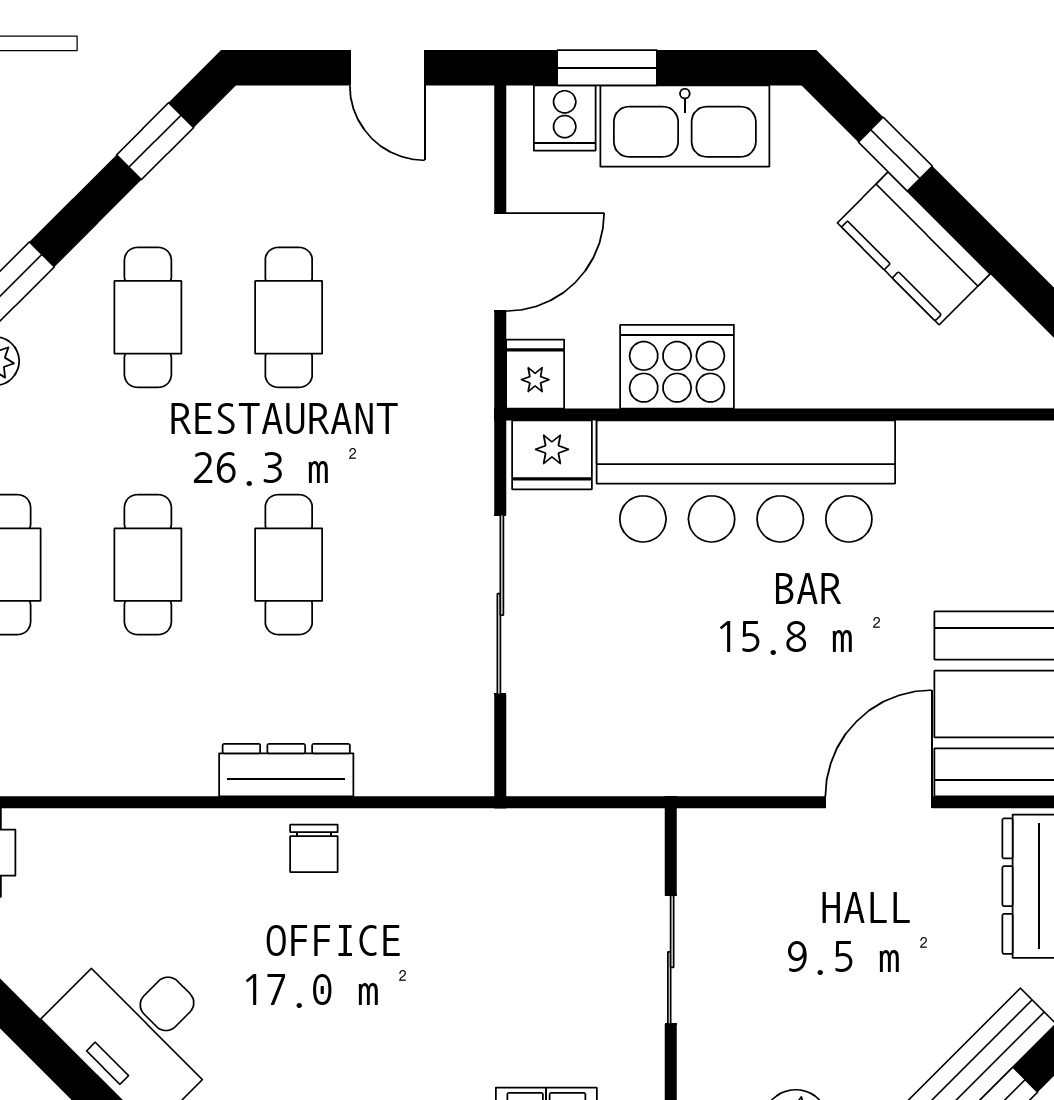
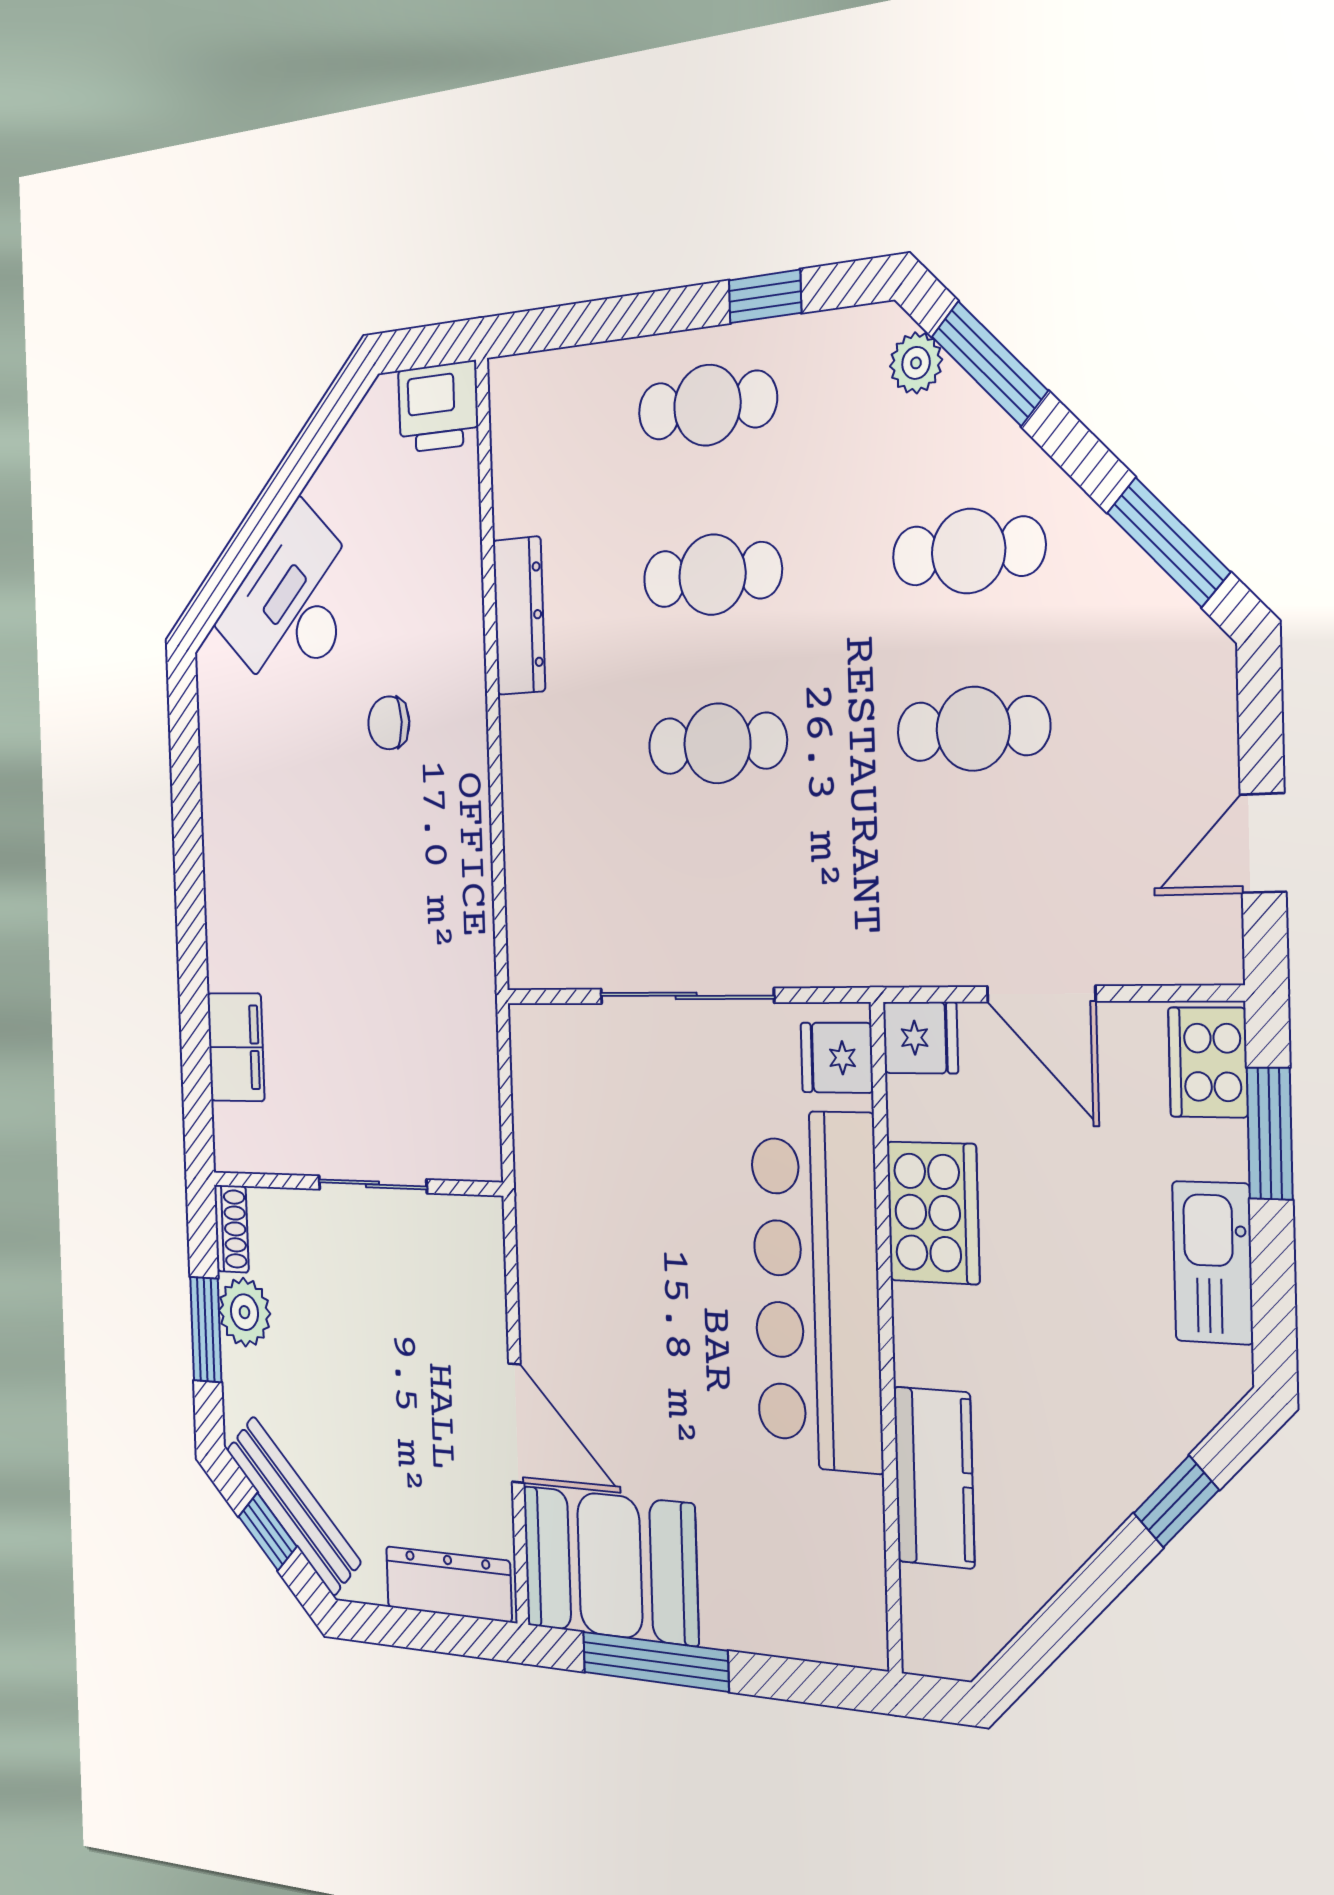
cooker: (565, 118) -> (1208, 1062), width x1.36
kitchen sink: (685, 126) -> (1213, 1262), width x0.73, depth x0.81
window: (155, 141) -> (1168, 542), width x1.50
kitchen counter: (914, 248) -> (934, 1477), moved, turned 135
fridge: (552, 455) -> (837, 1058), width x0.72
dresser: (286, 770) -> (519, 616), moved
chair: (314, 848) -> (389, 723), moved

